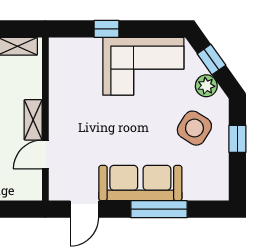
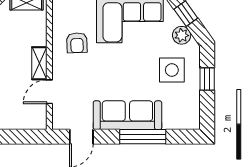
armchair: (79, 95) -> (77, 43), added
side table: (194, 128) -> (172, 70), turned -32

